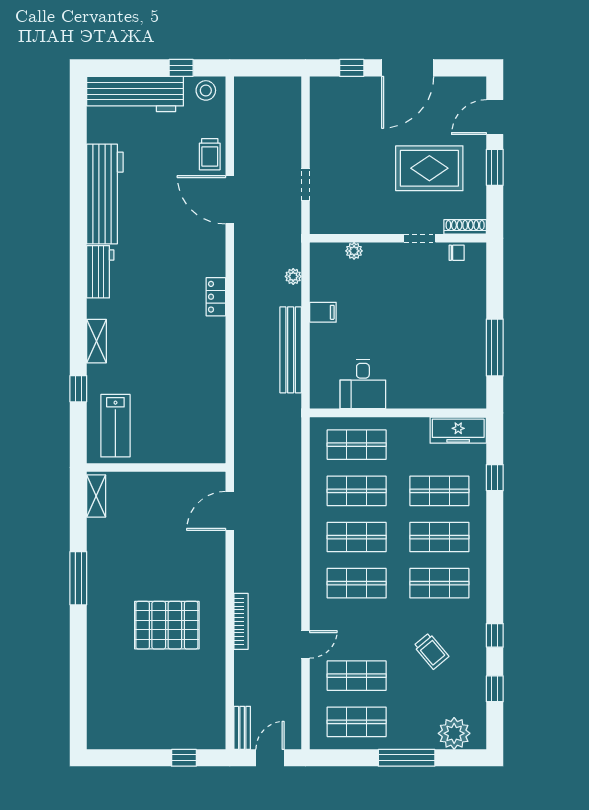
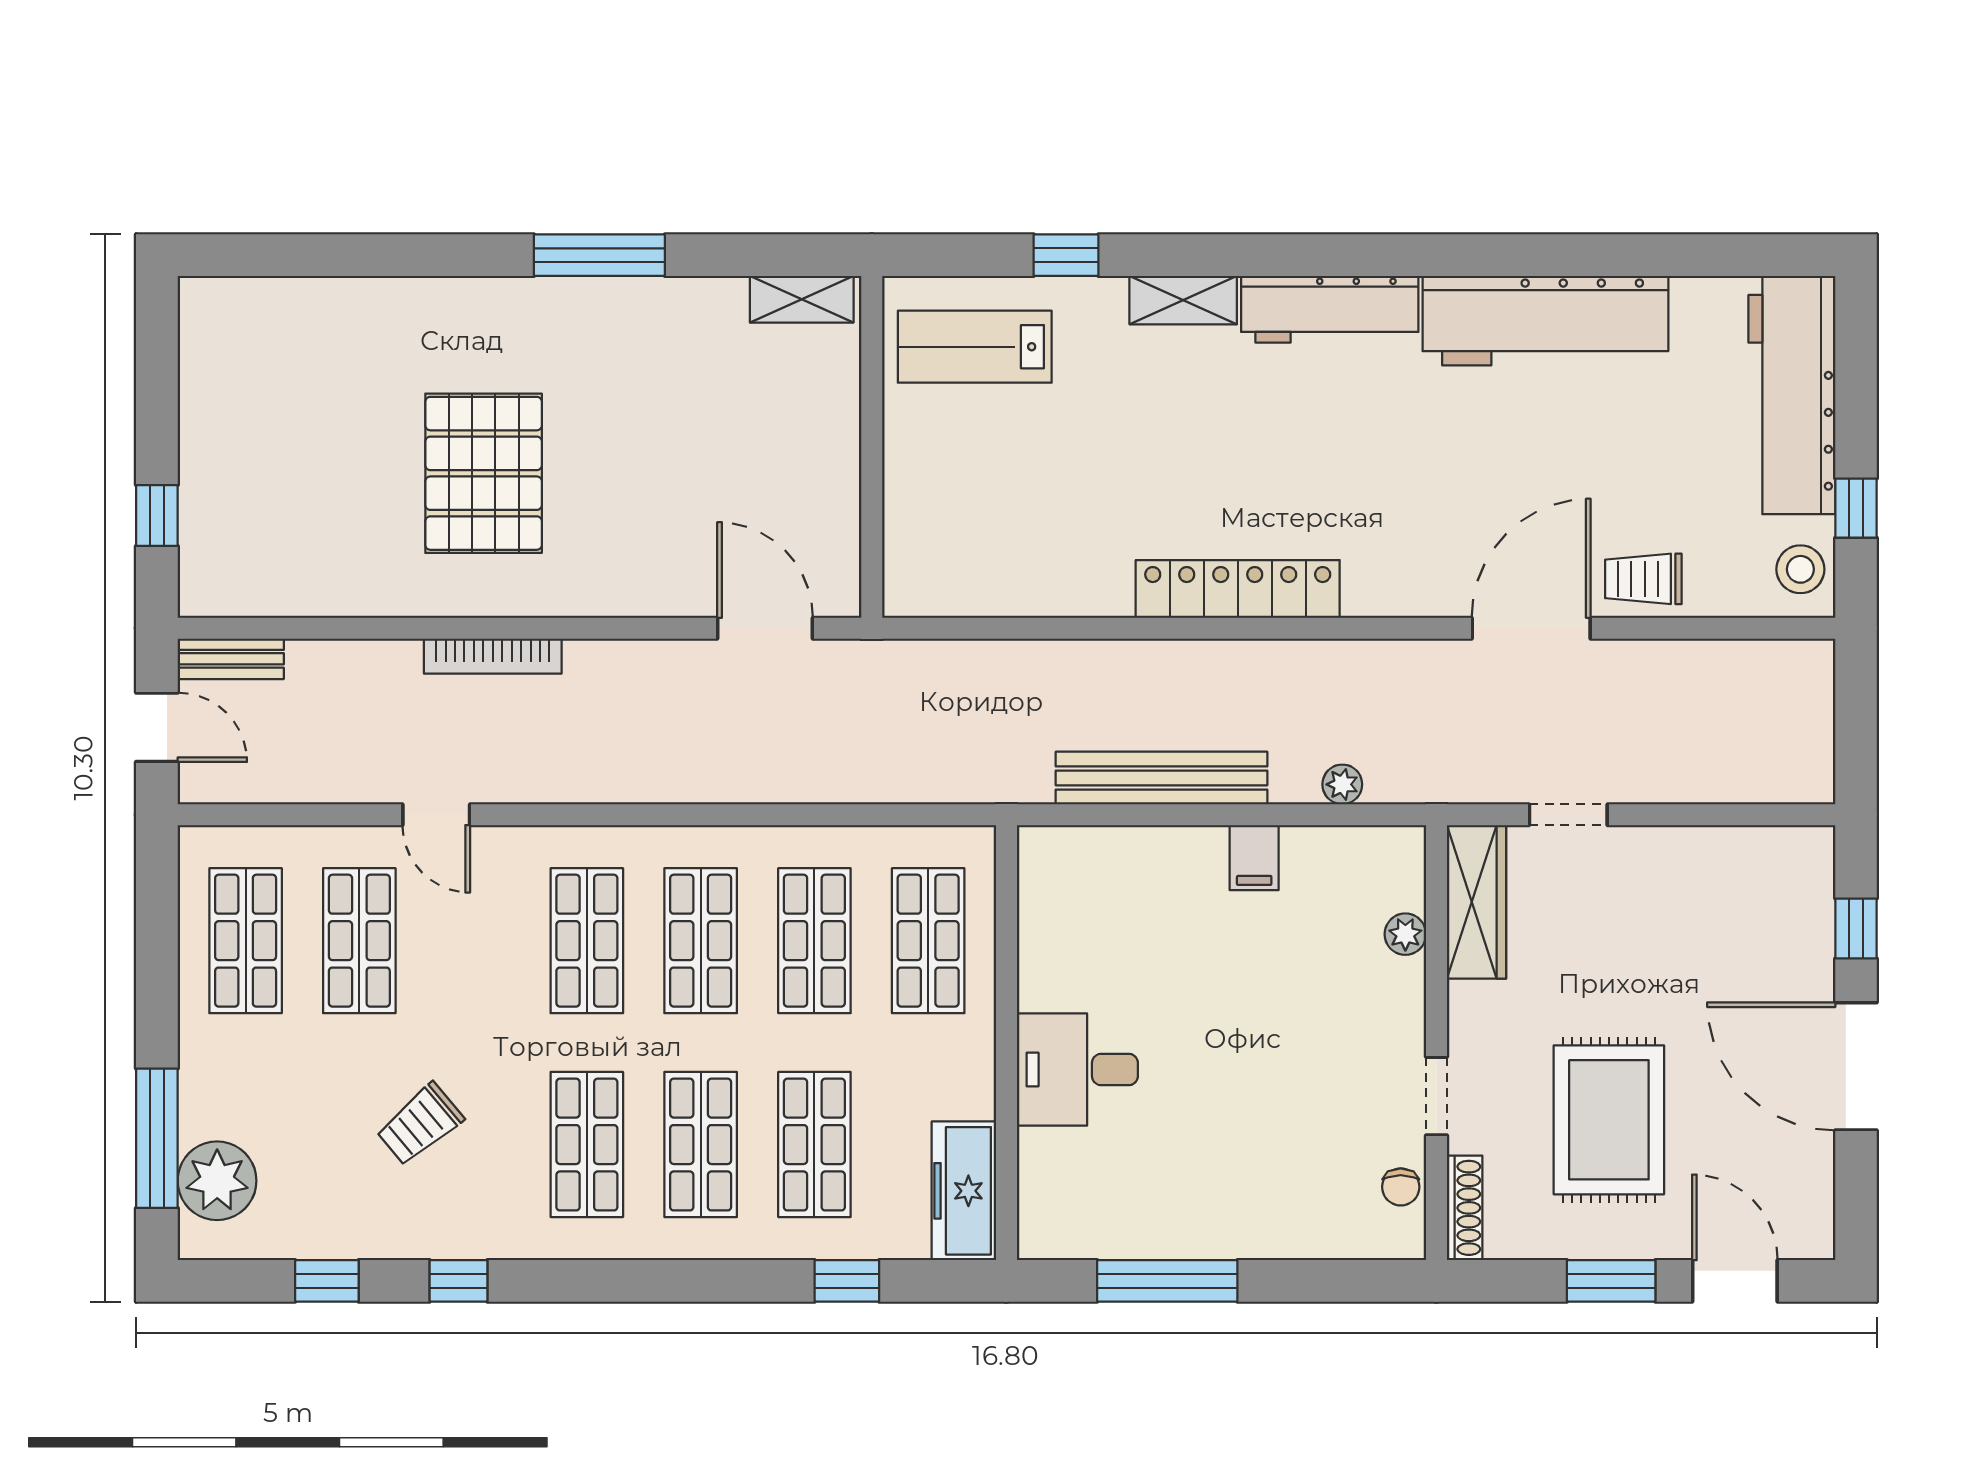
wardrobe: (341, 222) -> (1476, 902), added
workbench: (100, 272) -> (1330, 309), width x1.38
locker: (216, 297) -> (1238, 589), width x2.16, depth x1.21
desk: (363, 384) -> (1077, 1069), moved
window: (407, 758) -> (157, 1138), moved

